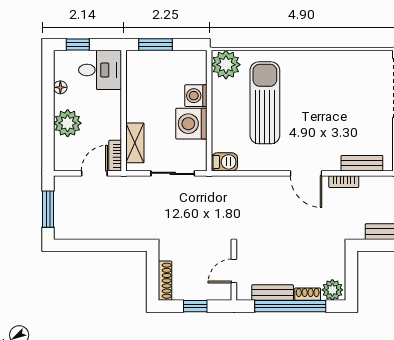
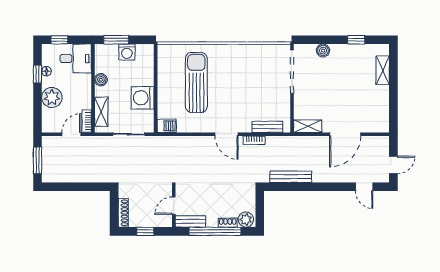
plant: (226, 65) -> (168, 55), removed
window: (48, 91) -> (38, 74), added
washing machine: (196, 96) -> (127, 52), moved, turned -90
boiler: (134, 99) -> (101, 80), added
bench: (273, 292) -> (190, 221), moved

